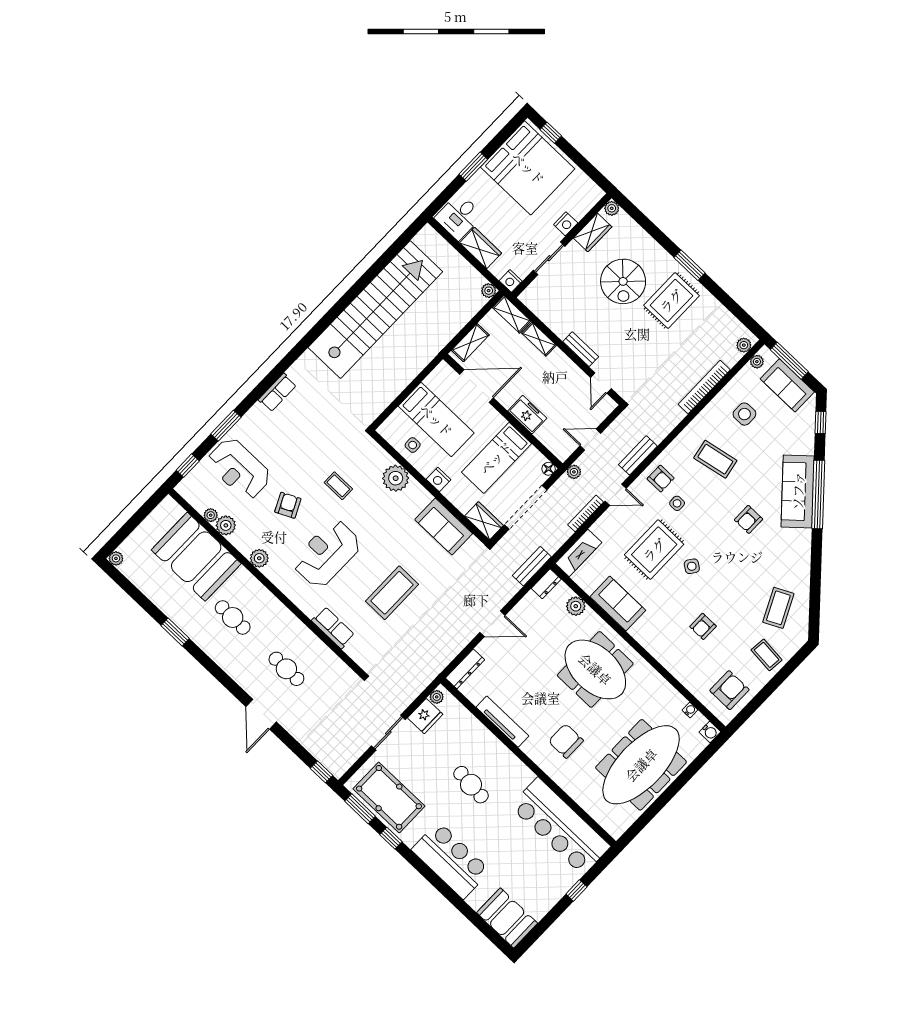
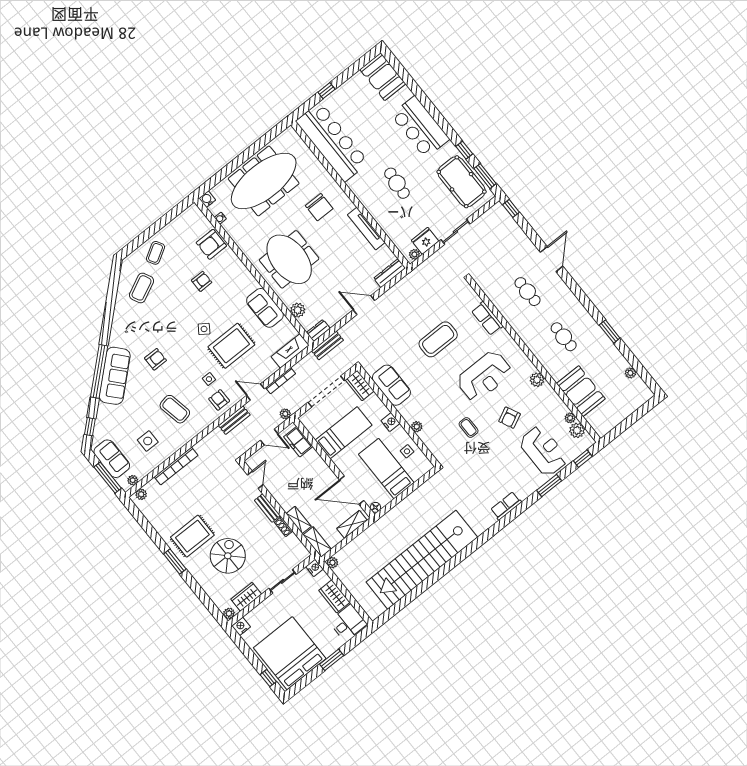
nightstand: (566, 224) -> (241, 626), moved
shoe rack: (557, 328) -> (284, 527), added
freezer: (527, 415) -> (298, 442), moved
floor lamp: (549, 469) -> (375, 507), moved
plant: (396, 478) -> (417, 427), width x0.53, depth x0.53
plant: (226, 525) -> (577, 430), moved
booth: (196, 557) -> (581, 391), width x0.73, depth x0.70
plant: (116, 558) -> (630, 373), moved
coffee table: (767, 655) -> (156, 253), turned 55
armchair: (729, 690) -> (211, 244), moved

